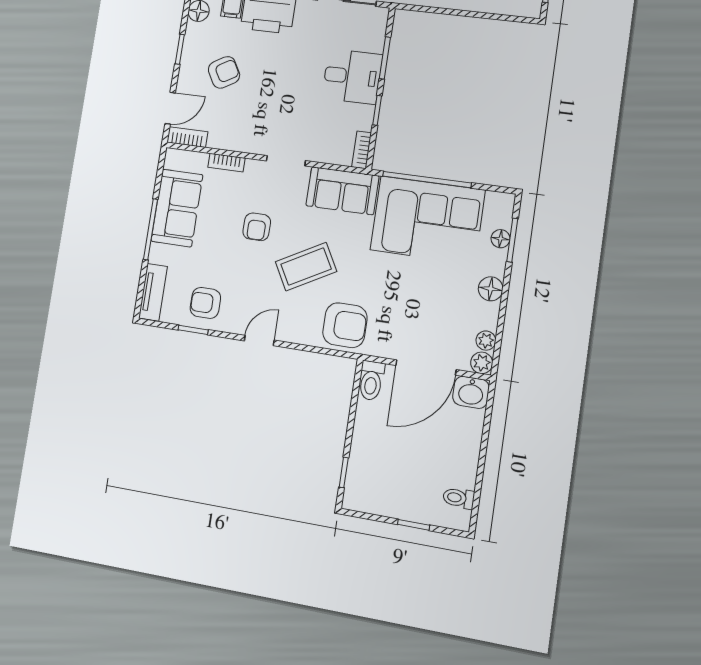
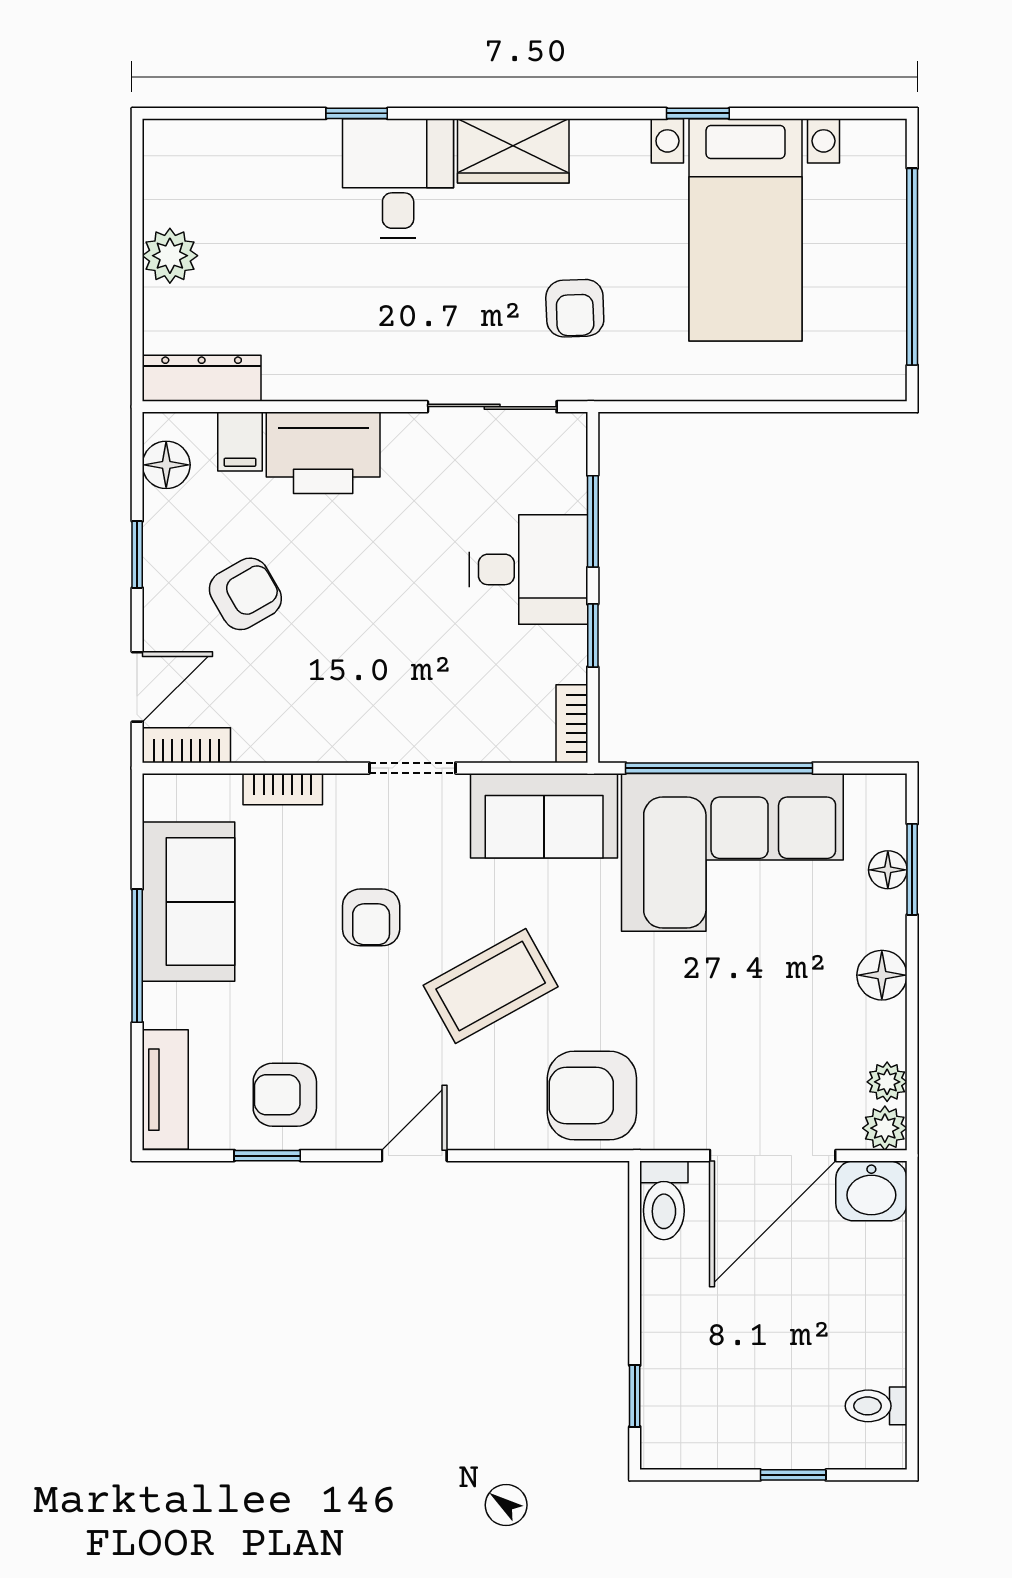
armchair: (345, 325) -> (592, 1096), turned 180

